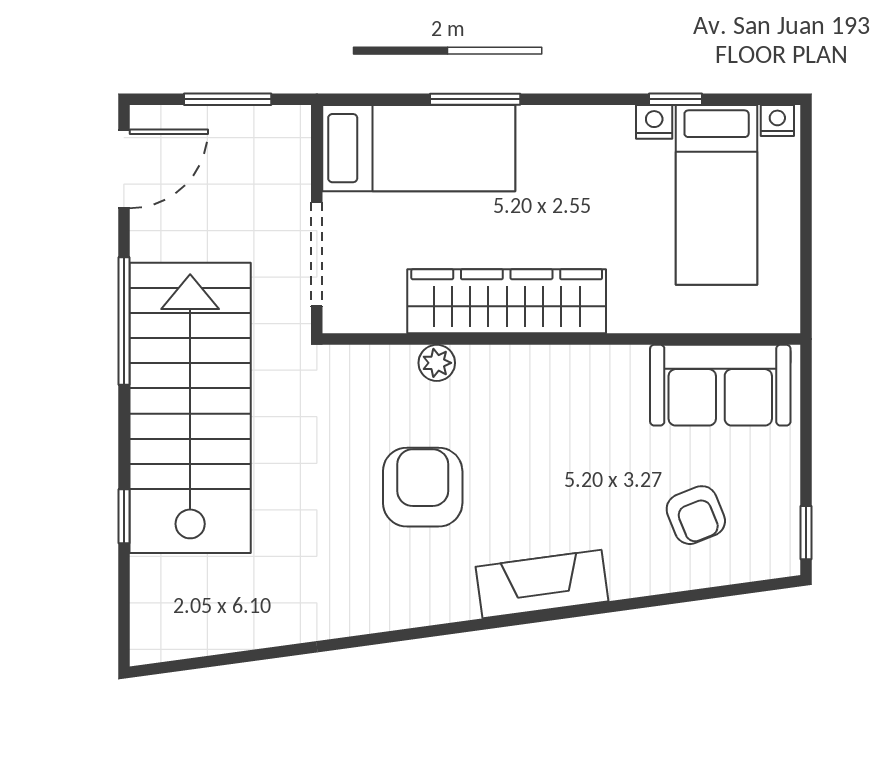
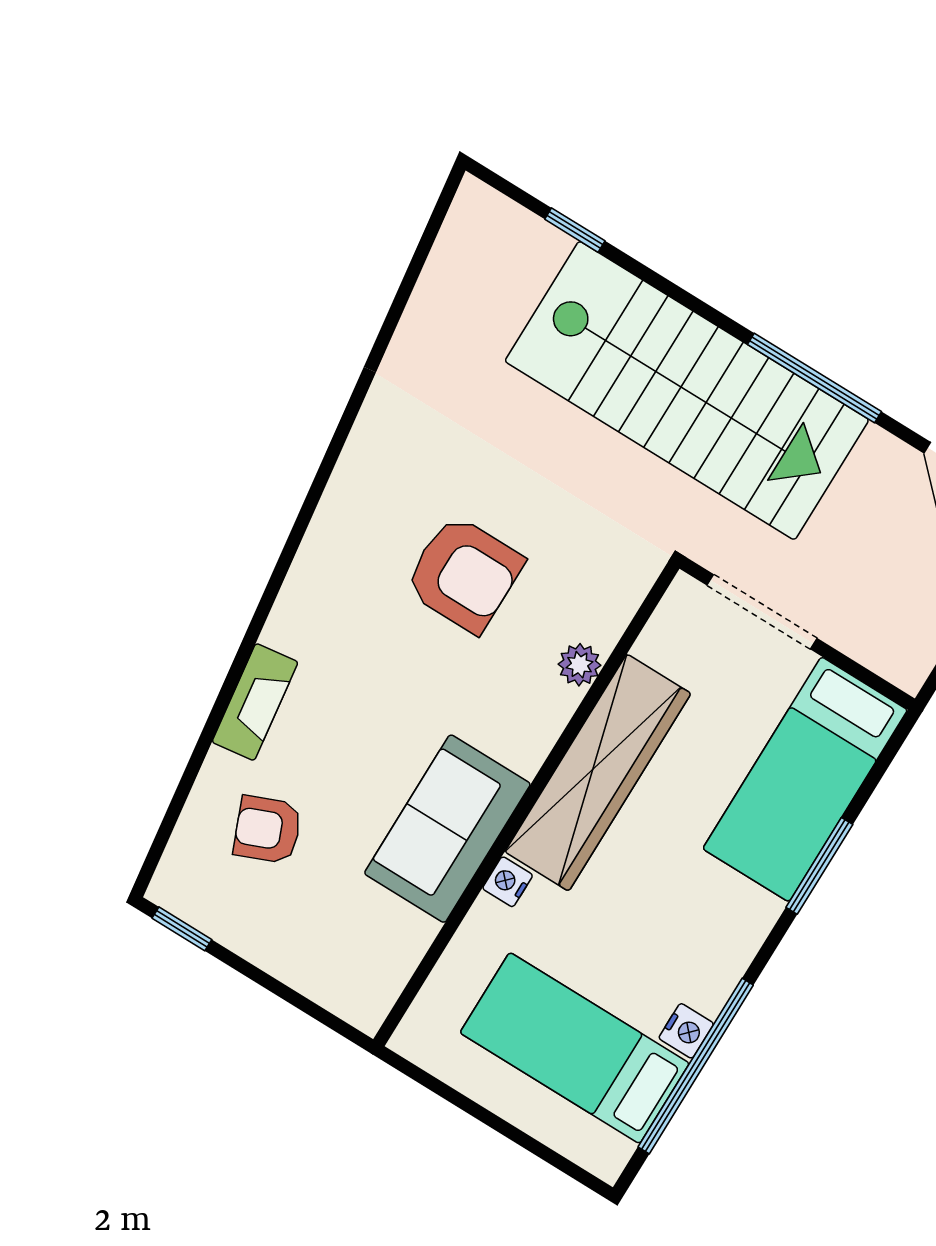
window: (675, 99) -> (696, 1066), width x3.17
nightstand: (777, 120) -> (508, 882), moved, turned 180
sofa: (720, 385) -> (447, 829), moved
window: (124, 516) -> (575, 230), moved
fireplace: (542, 584) -> (255, 702), moved, width x0.73, depth x0.76

